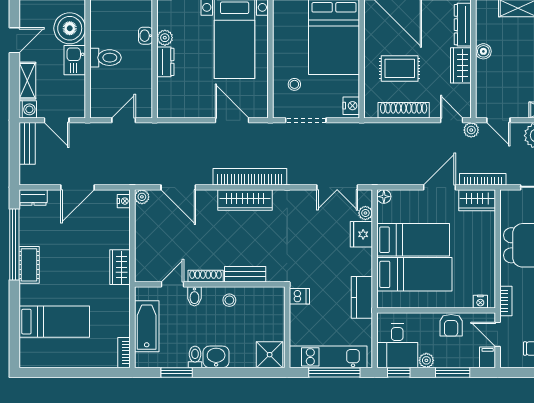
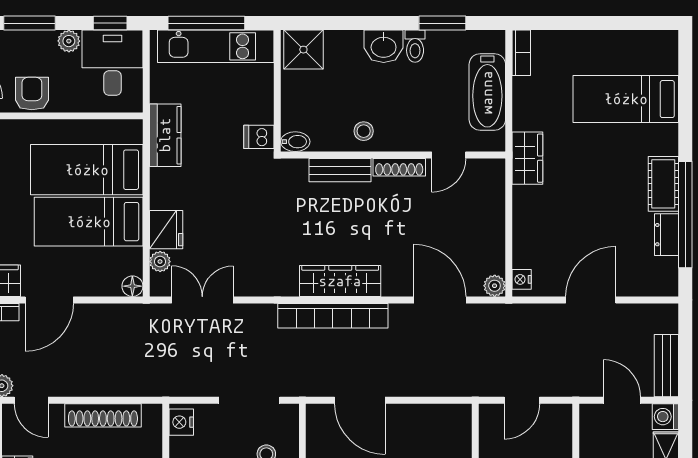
dresser: (33, 197) -> (666, 235), moved, turned -90
wardrobe: (120, 267) -> (527, 158), moved
bidet: (194, 296) -> (295, 142), moved, turned 90

